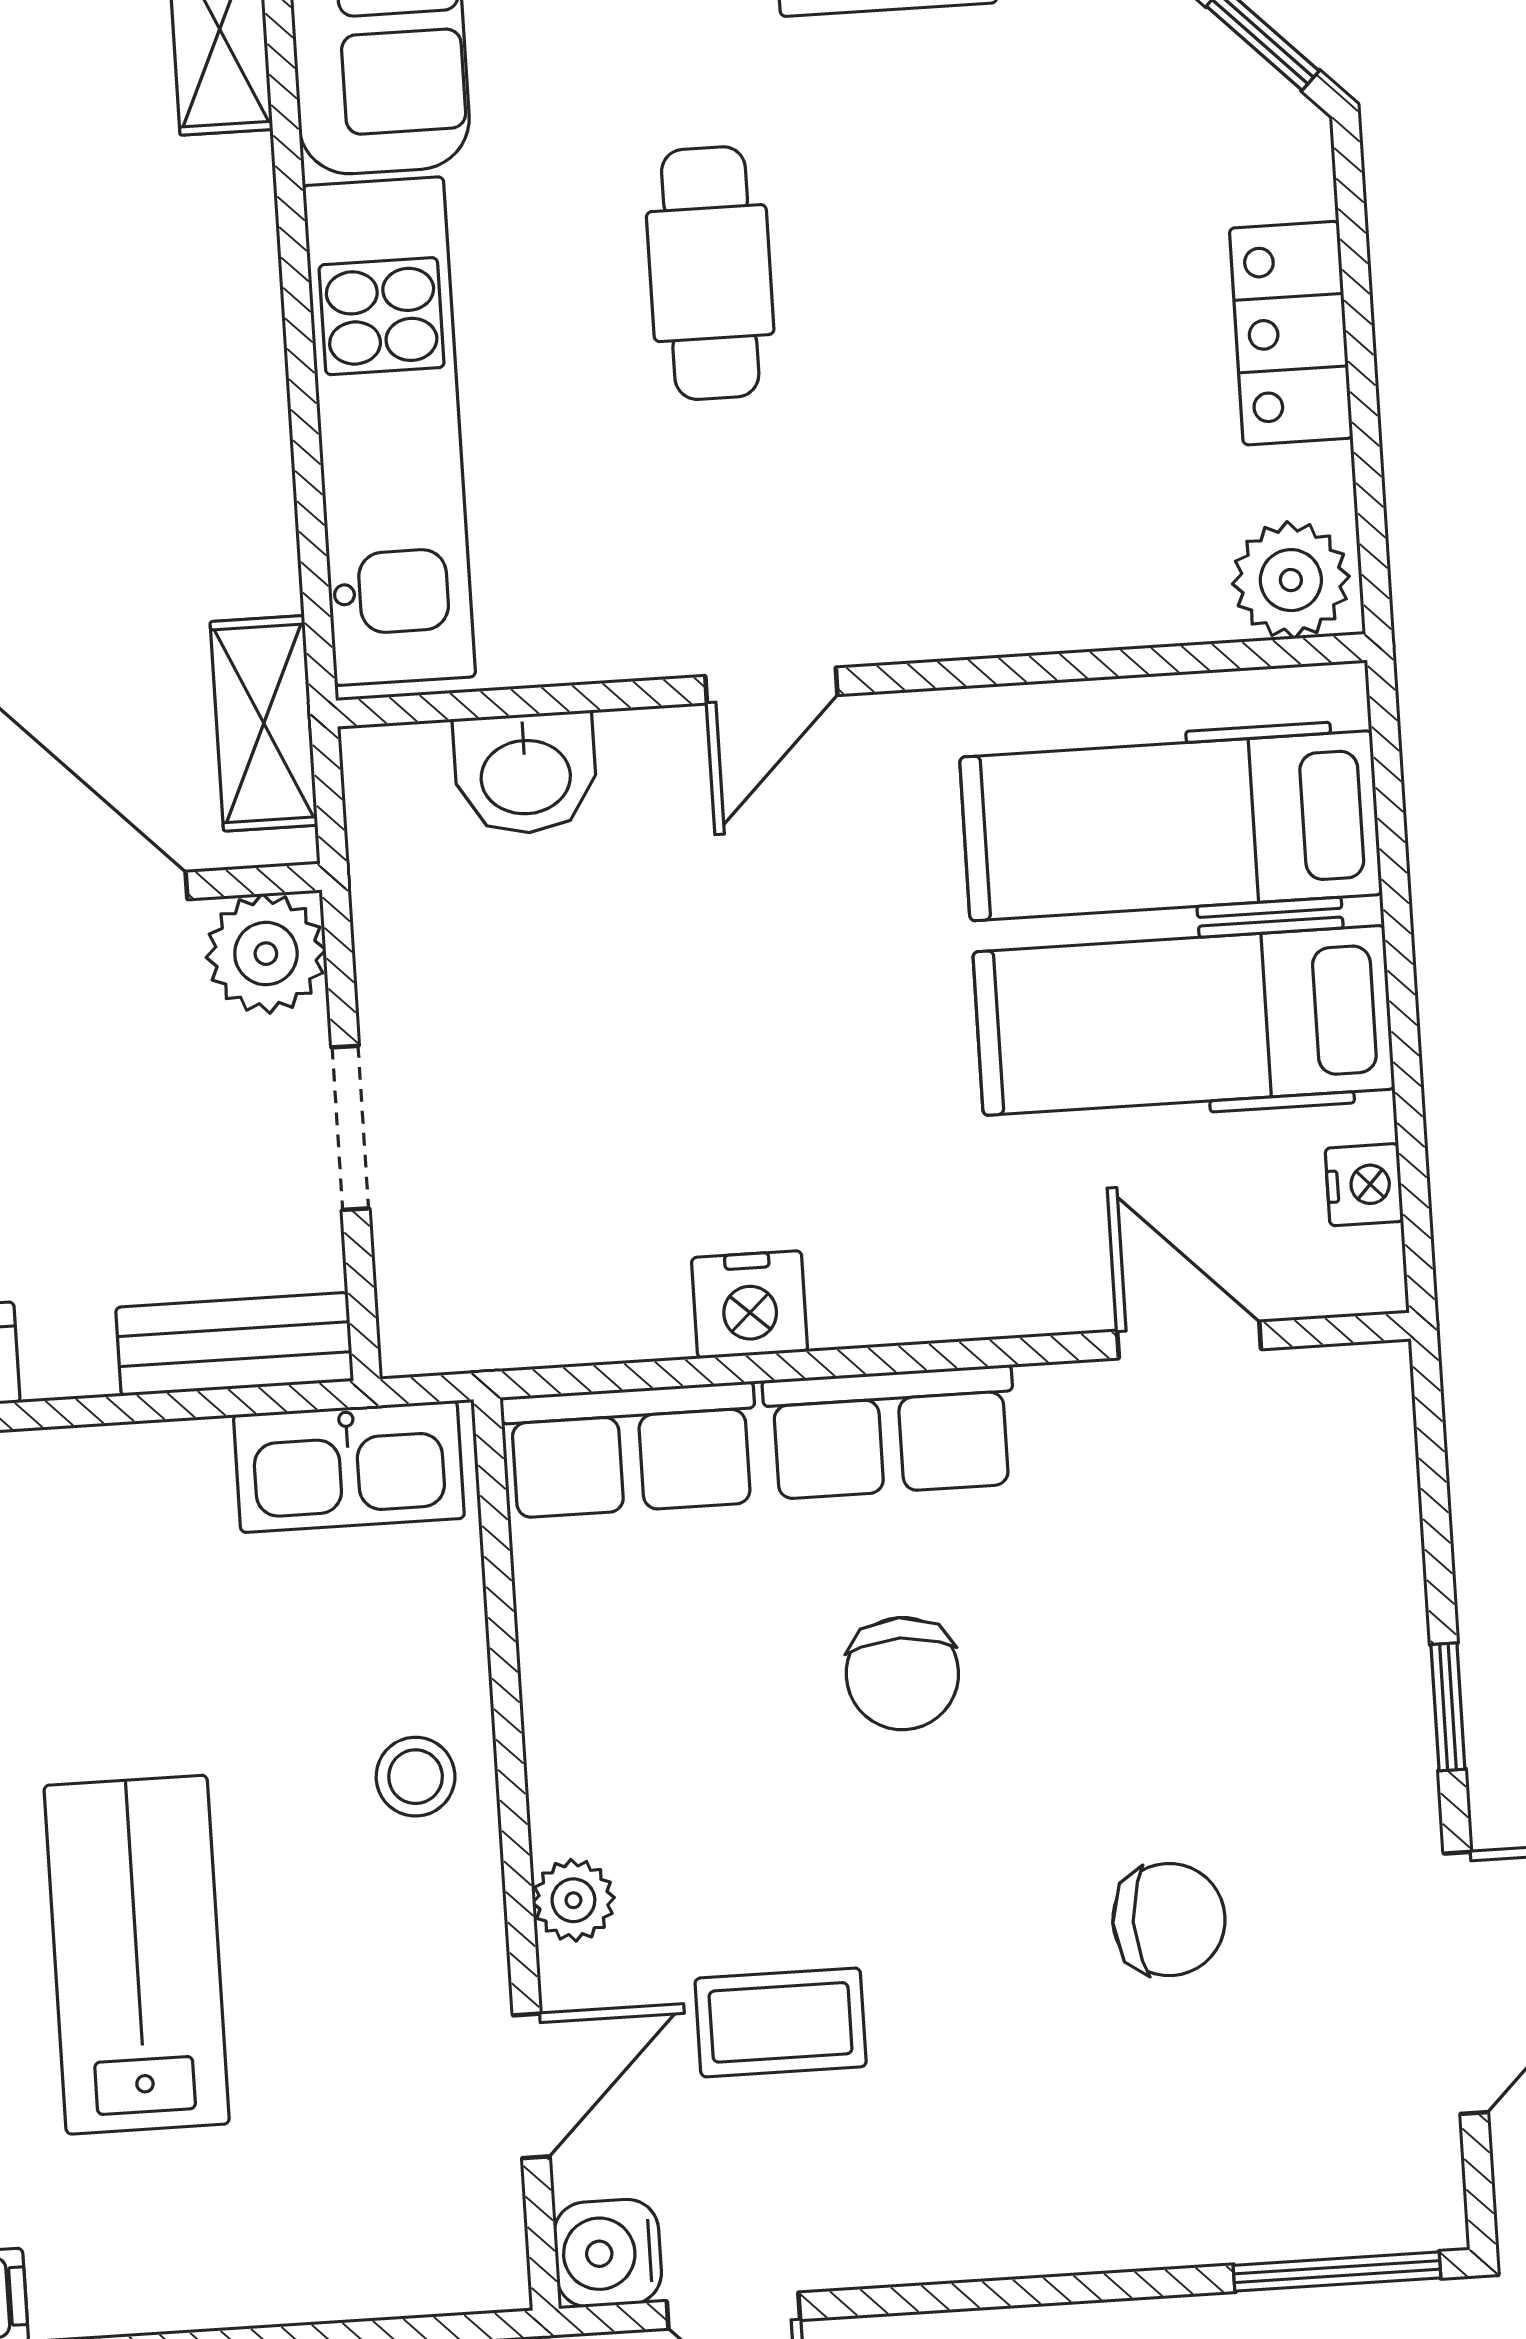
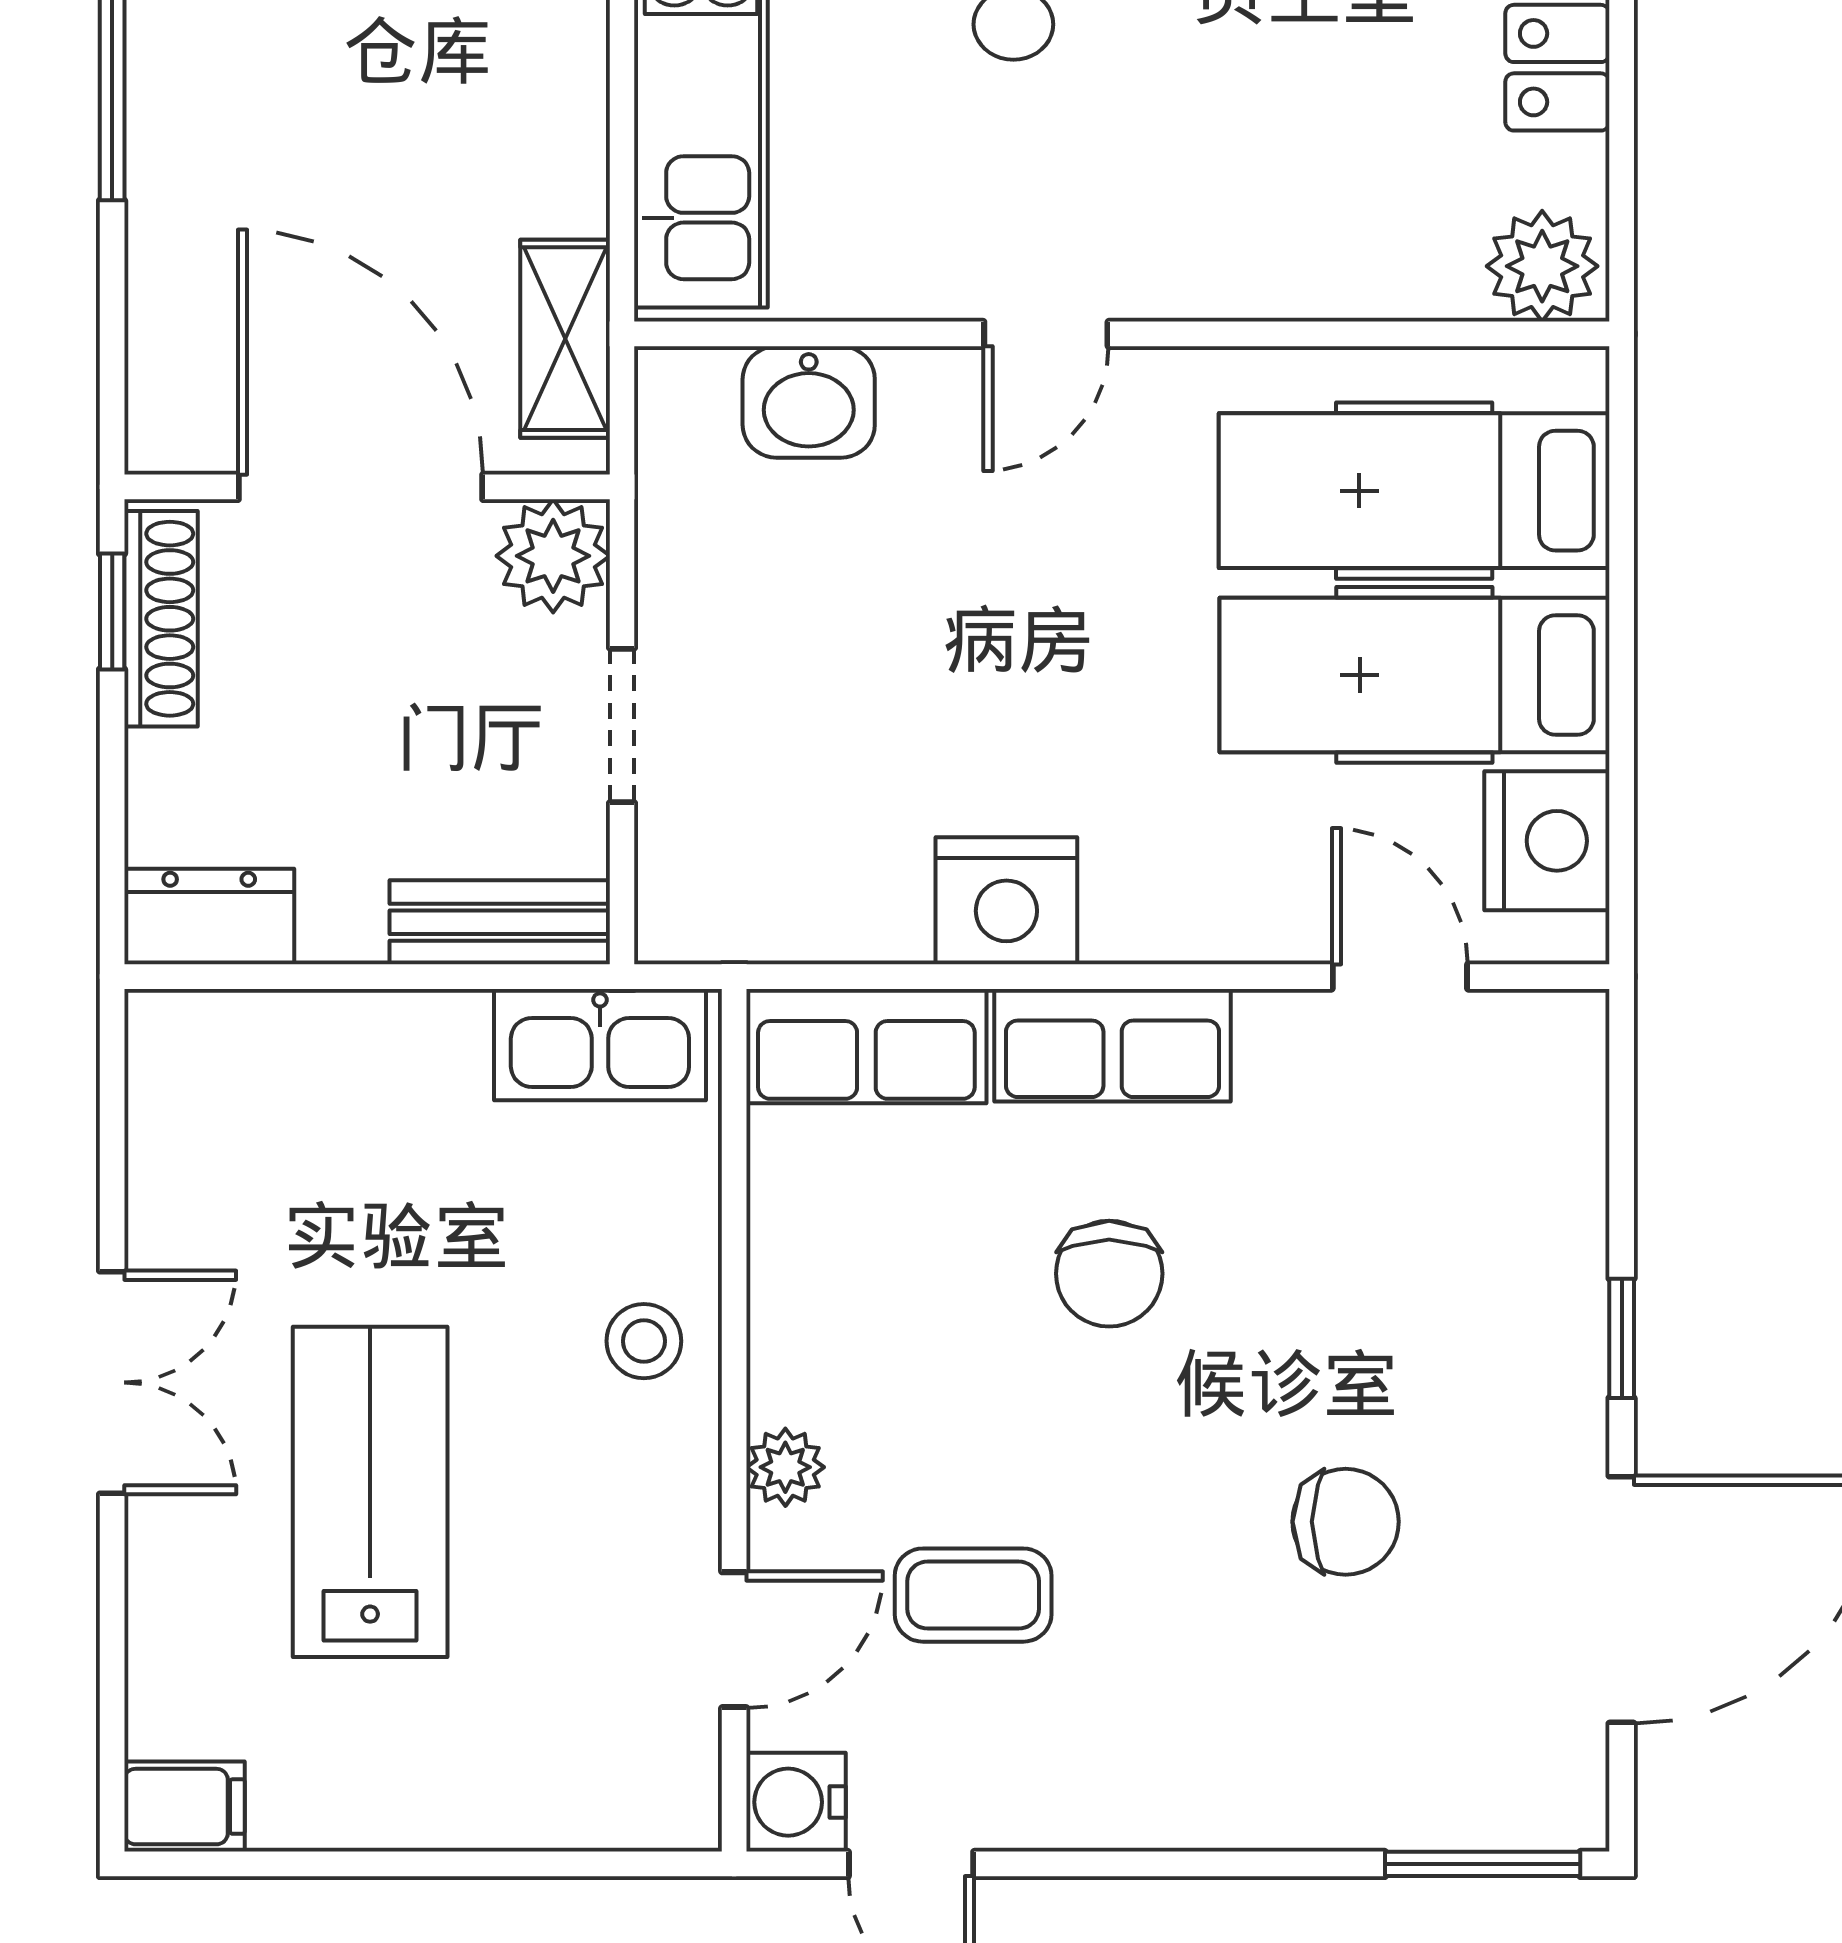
nightstand: (1364, 1185) -> (1547, 841), width x1.89, depth x1.79
nightstand: (750, 1305) -> (1006, 901), width x1.36, depth x1.33

